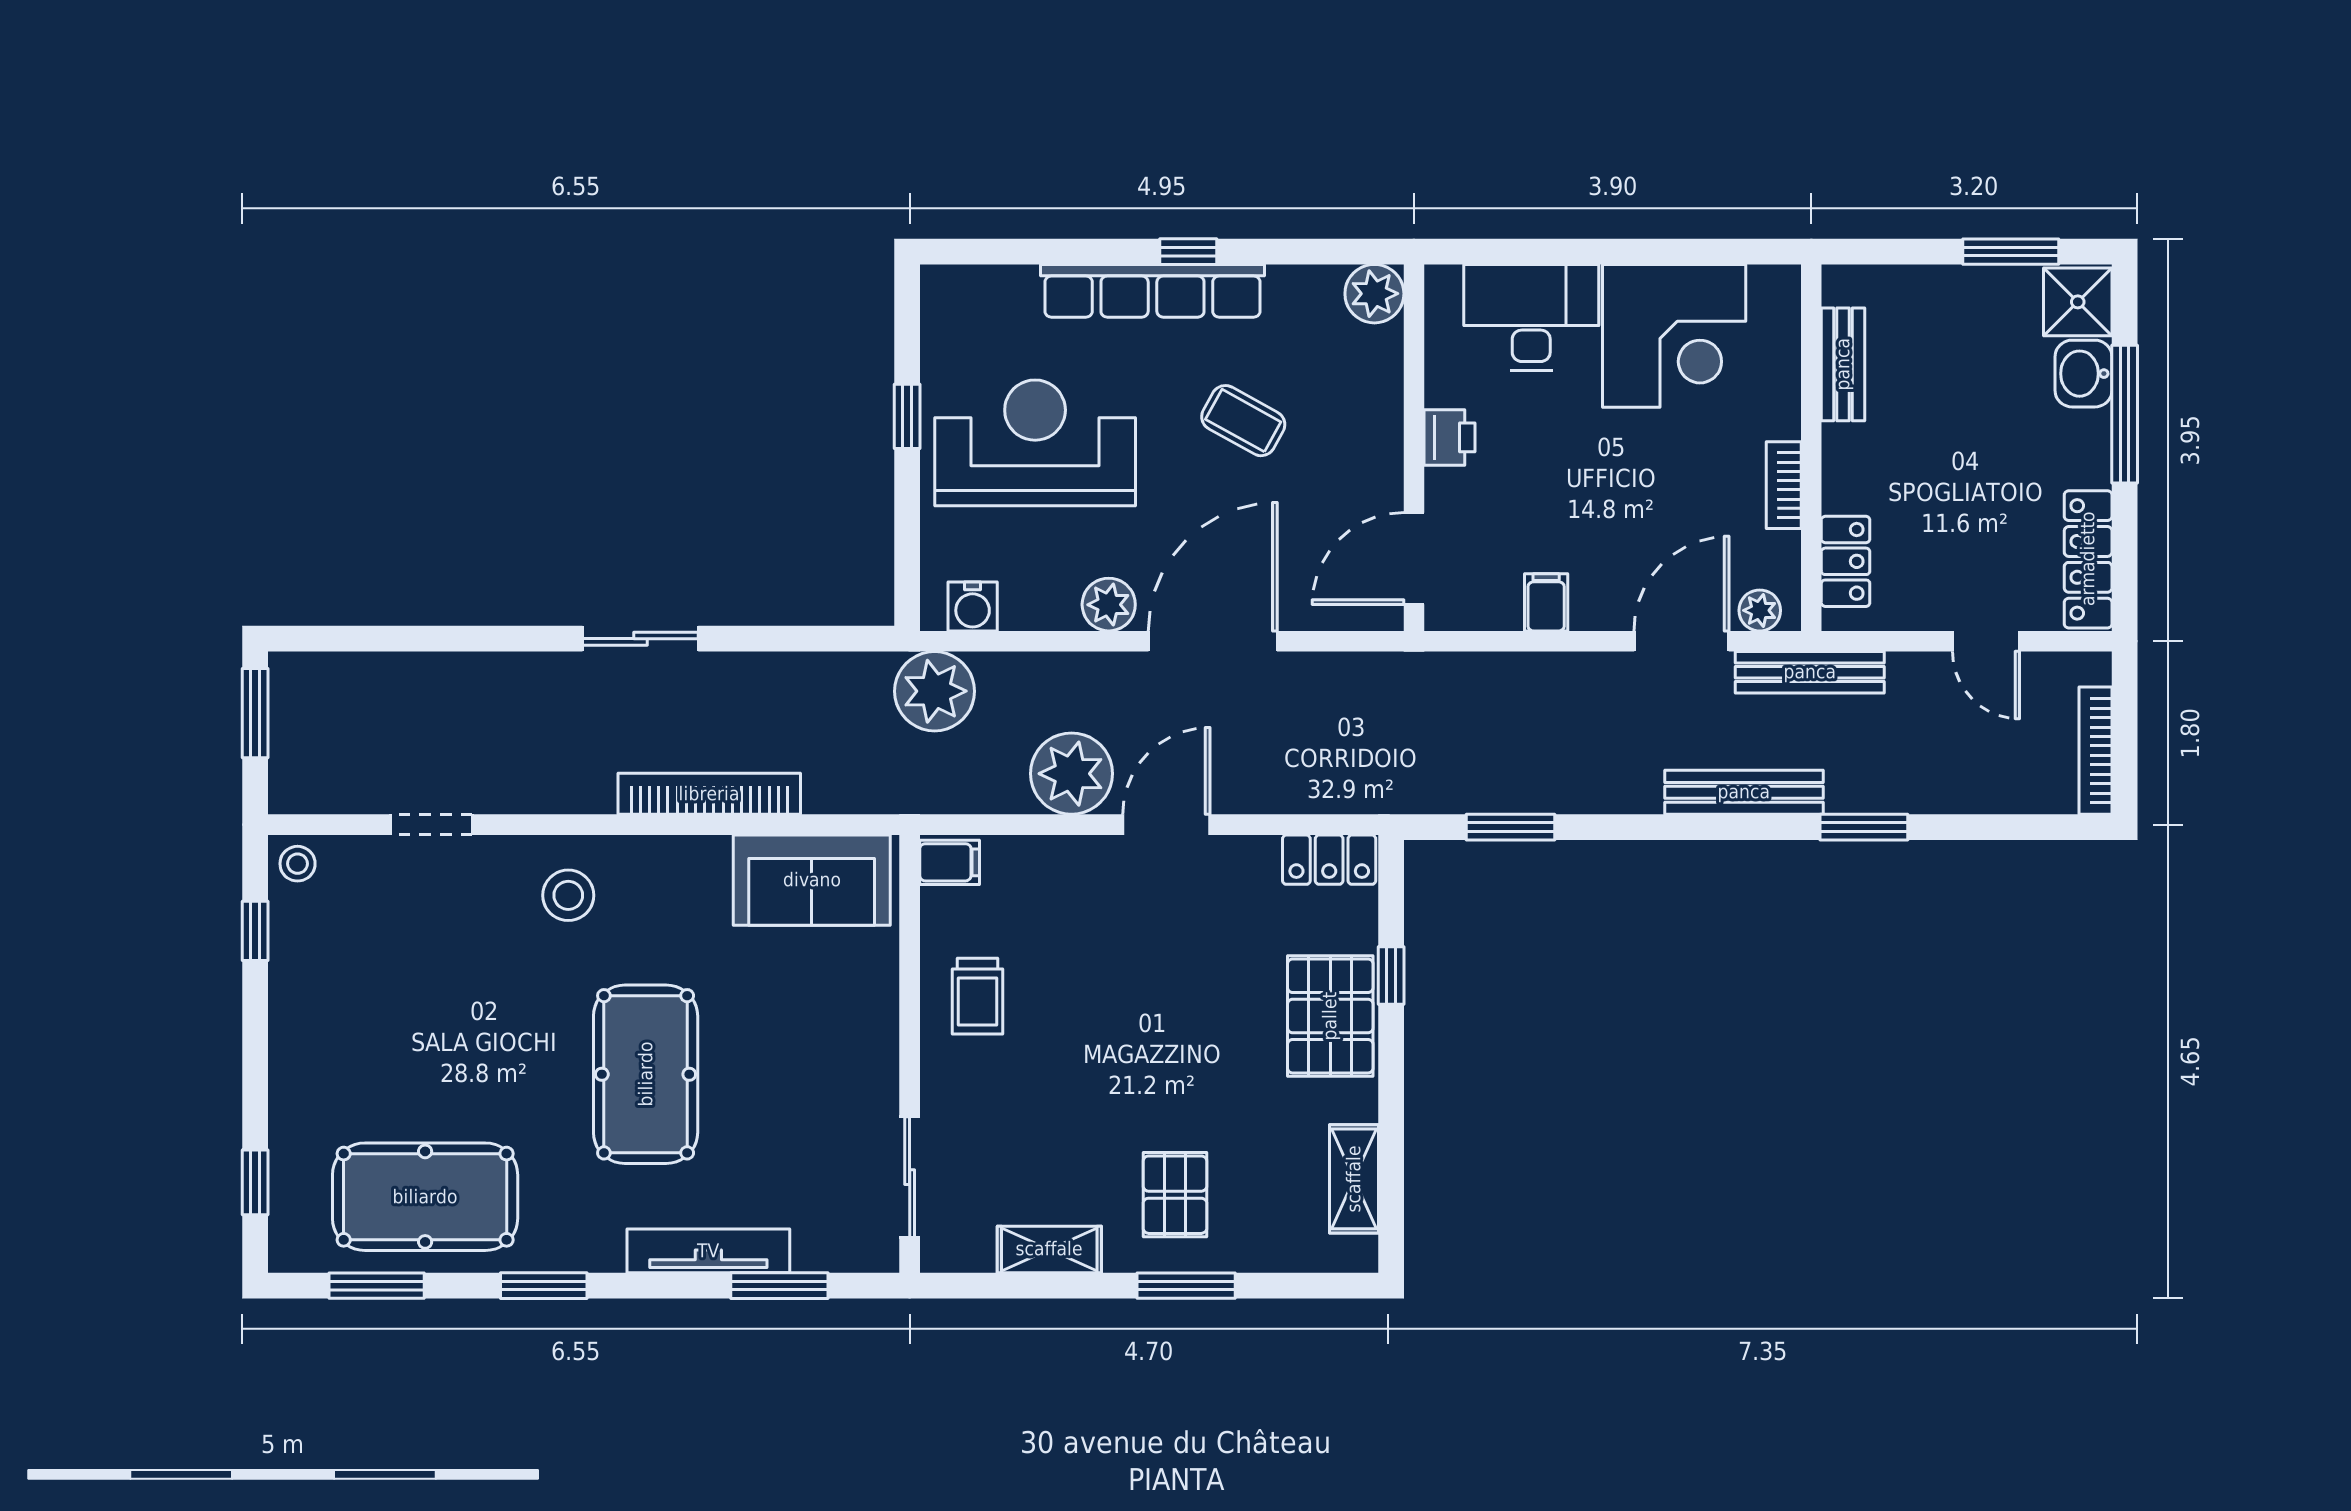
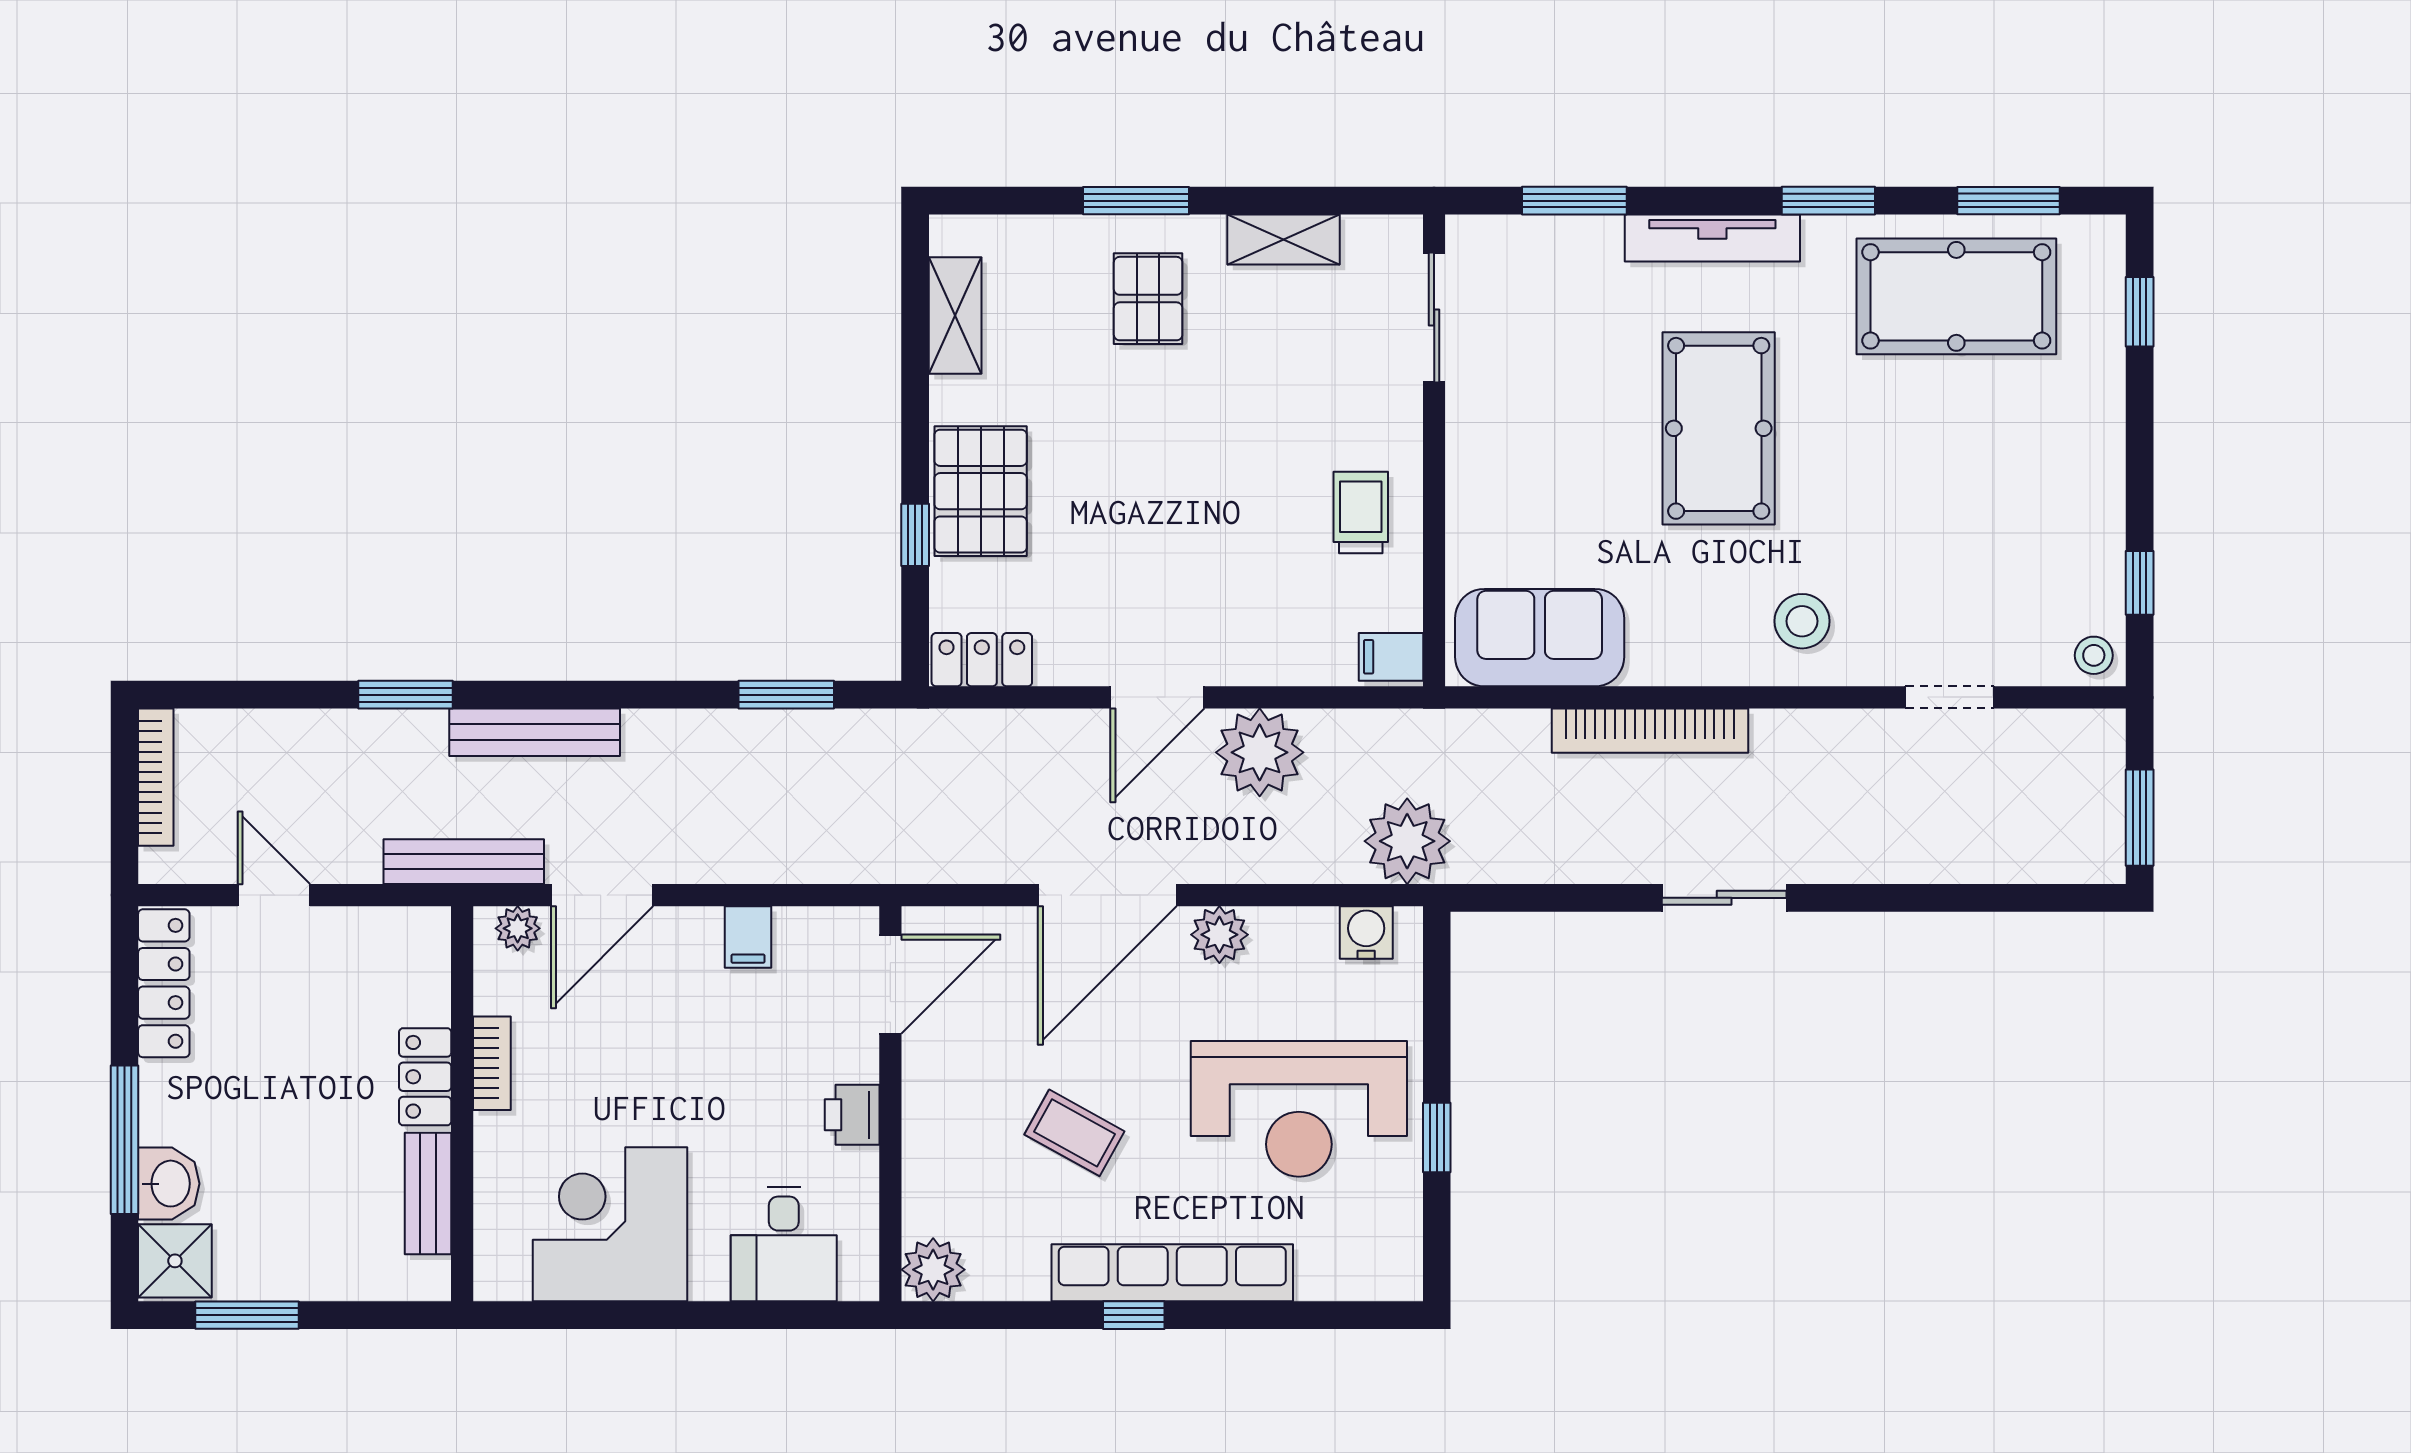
desk: (1531, 317) -> (784, 1244), width x0.73
locker: (1846, 561) -> (425, 1077), moved
tv unit: (708, 1251) -> (1712, 238), moved

